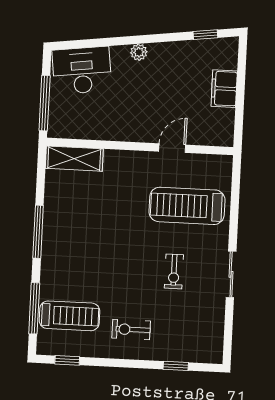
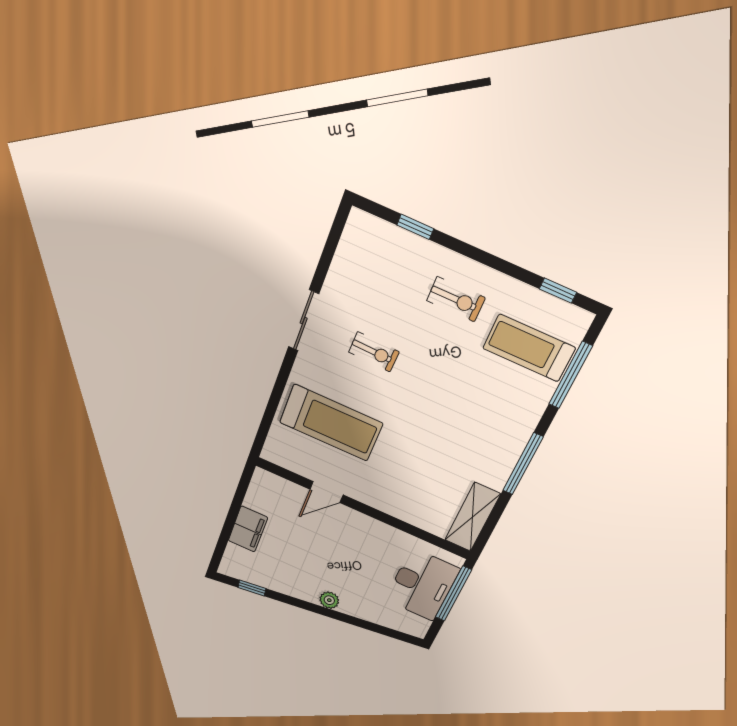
desk: (82, 70) -> (422, 585), moved, turned -83
shelving: (74, 159) -> (472, 517), moved, turned 90
exercise bike: (174, 271) -> (374, 352), turned 92

